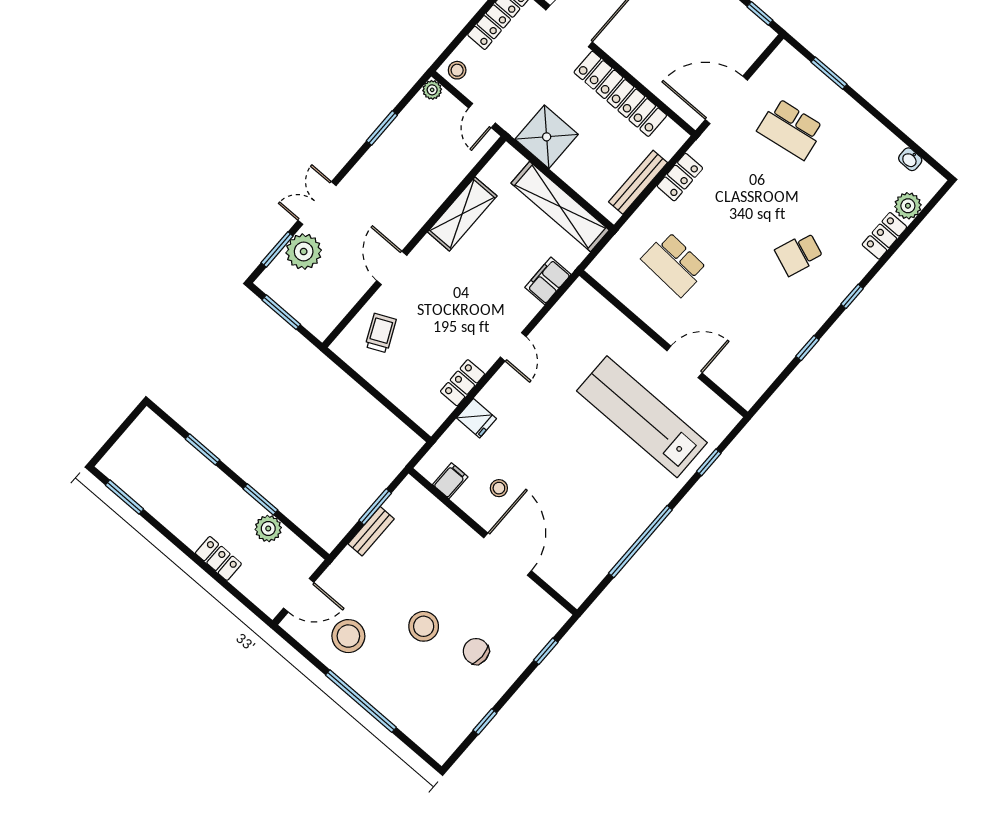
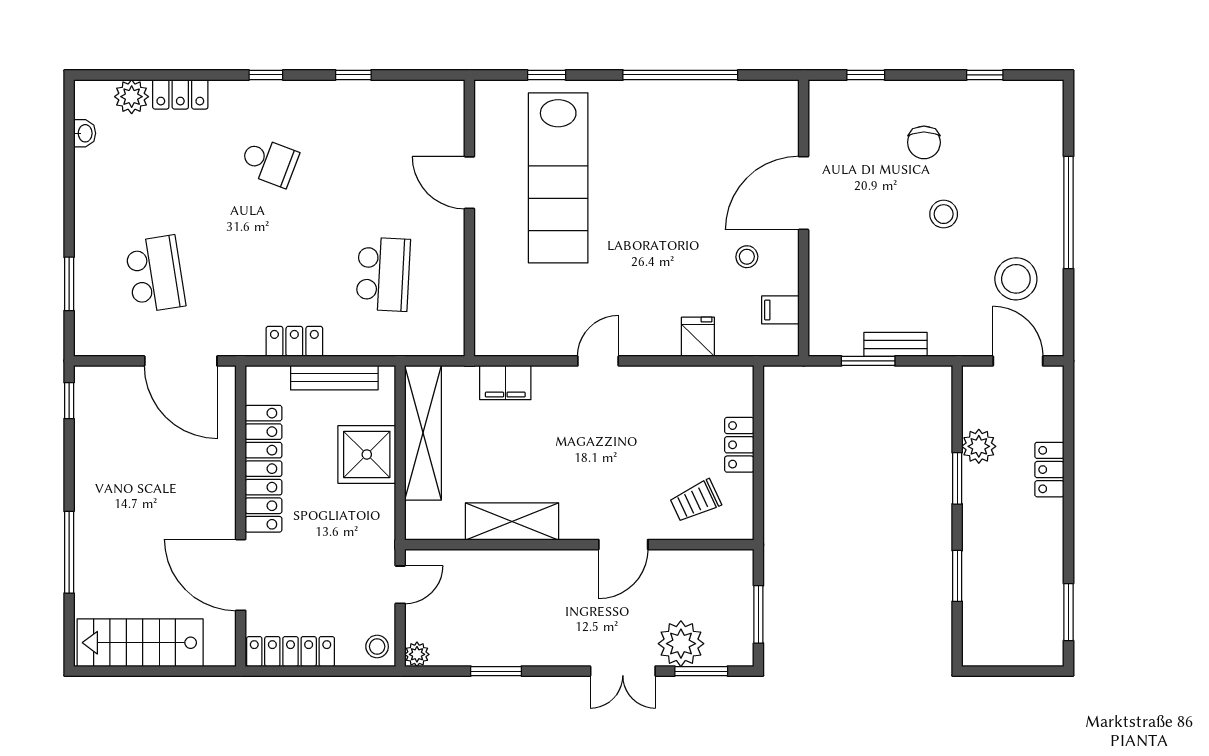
shower: (547, 137) -> (367, 454), moved
locker: (462, 383) -> (739, 445), moved, turned 90
stool: (424, 626) -> (944, 214), width x0.73, depth x0.73

